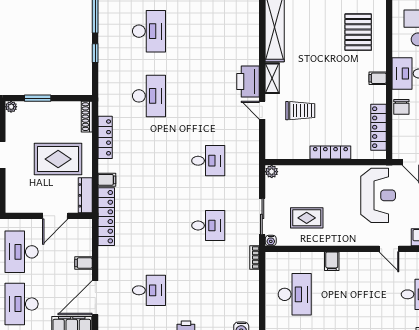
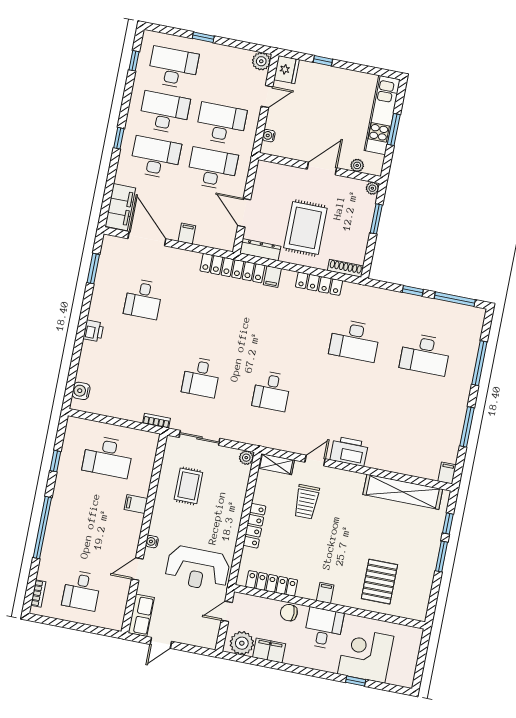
pallet: (358, 32) -> (379, 582), turned 90
shelving: (272, 78) -> (276, 464), moved
water cooler: (271, 241) -> (152, 542), moved

